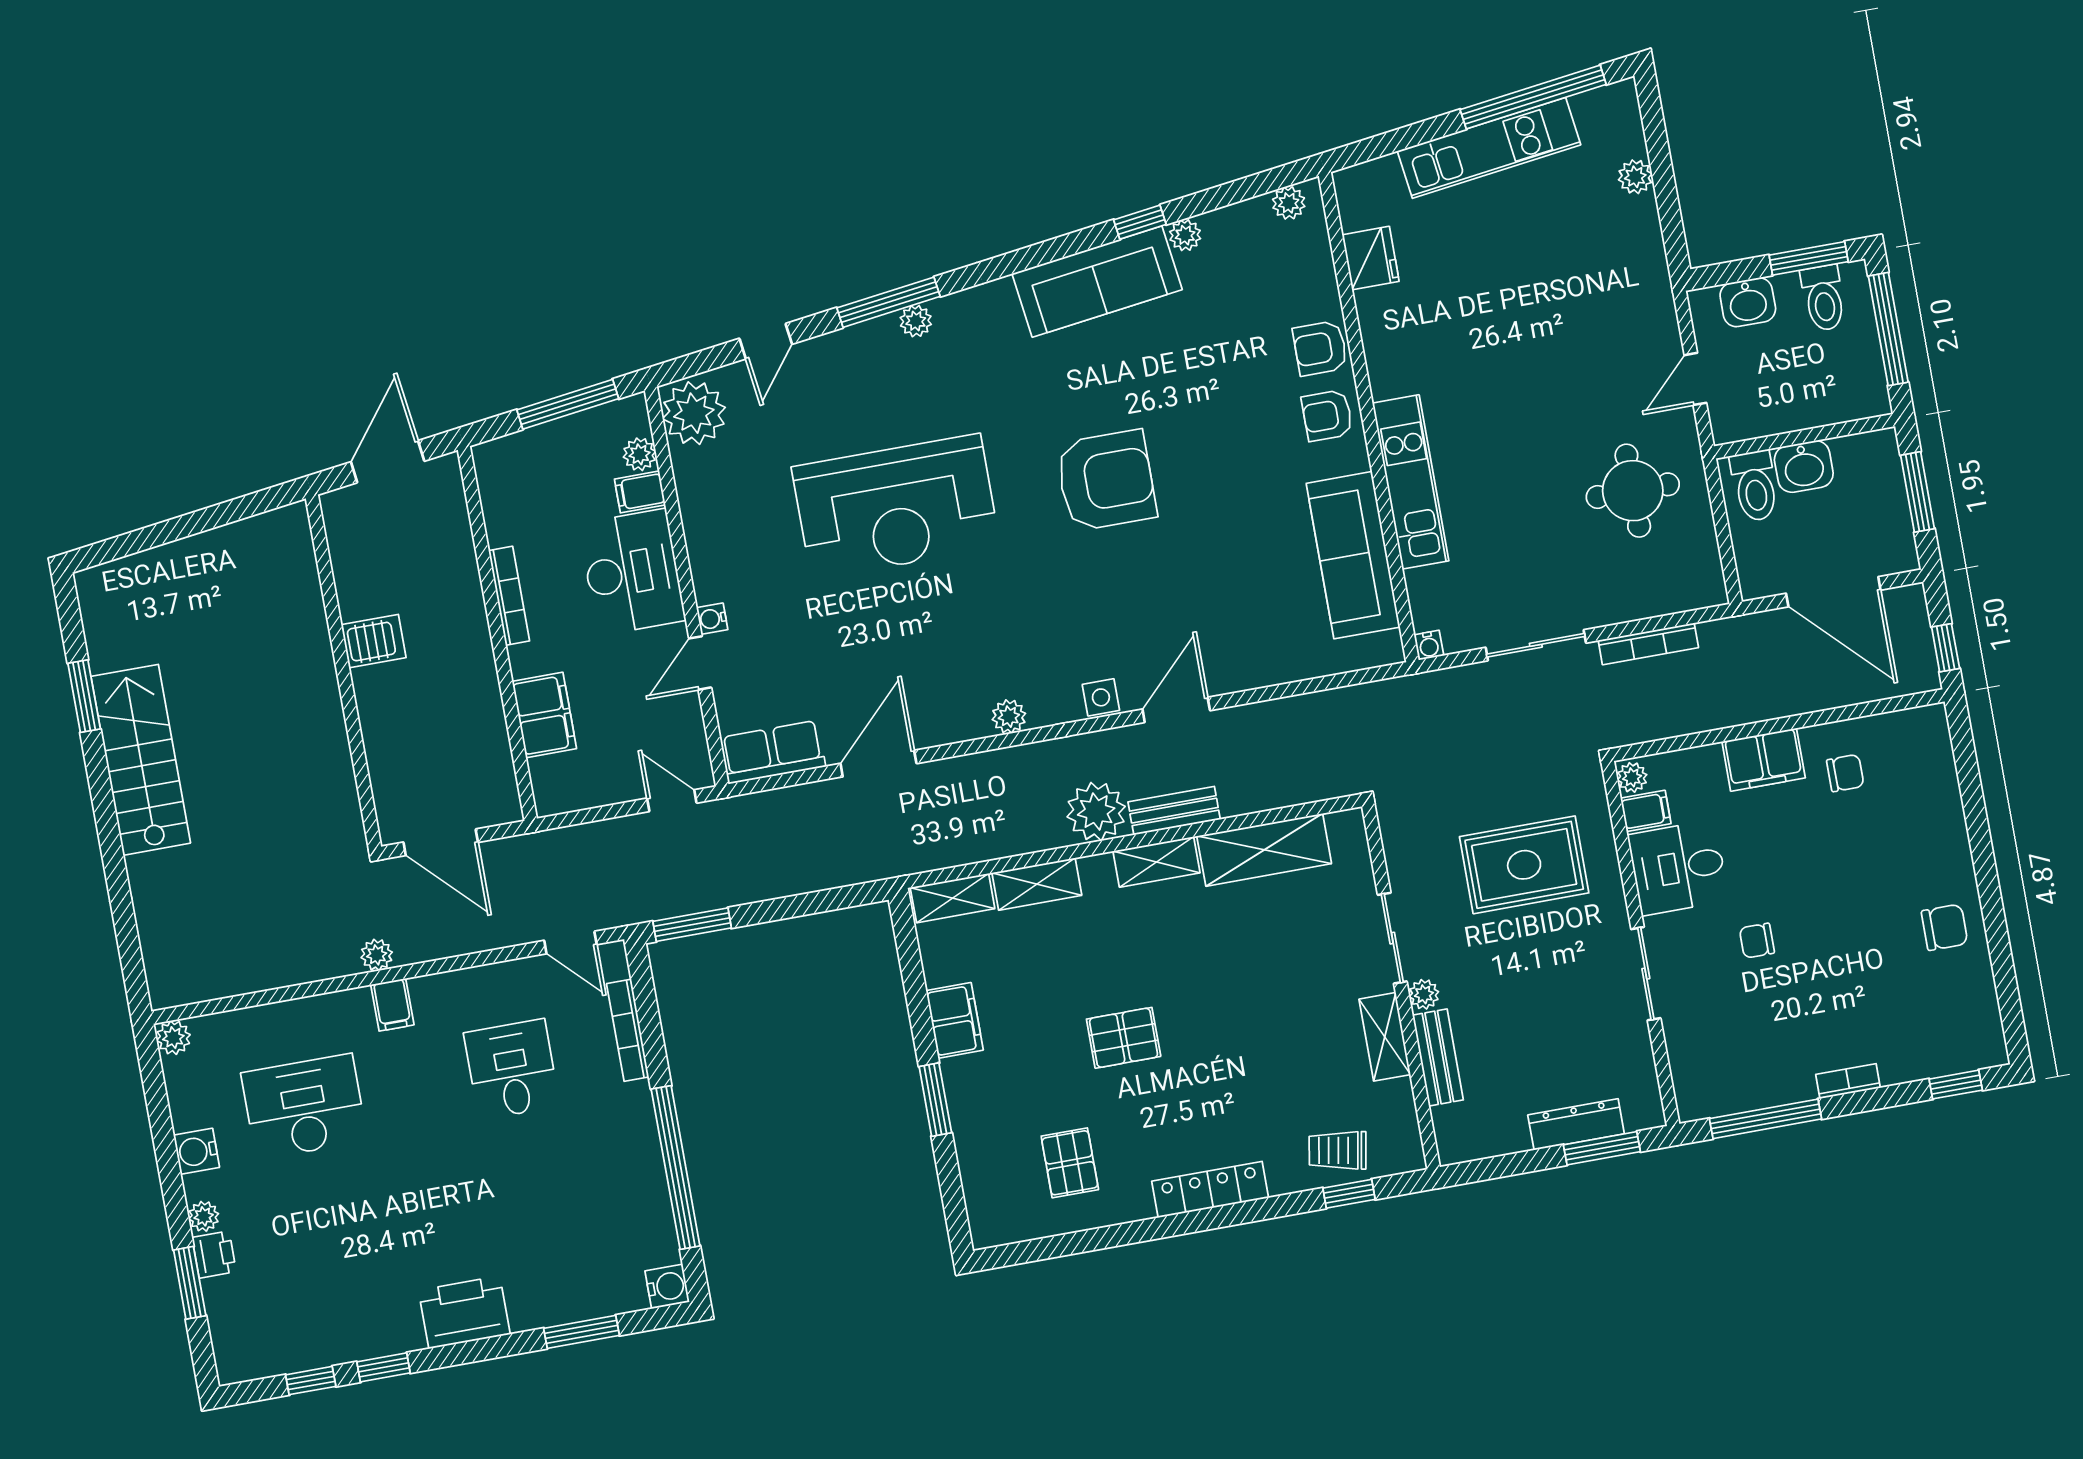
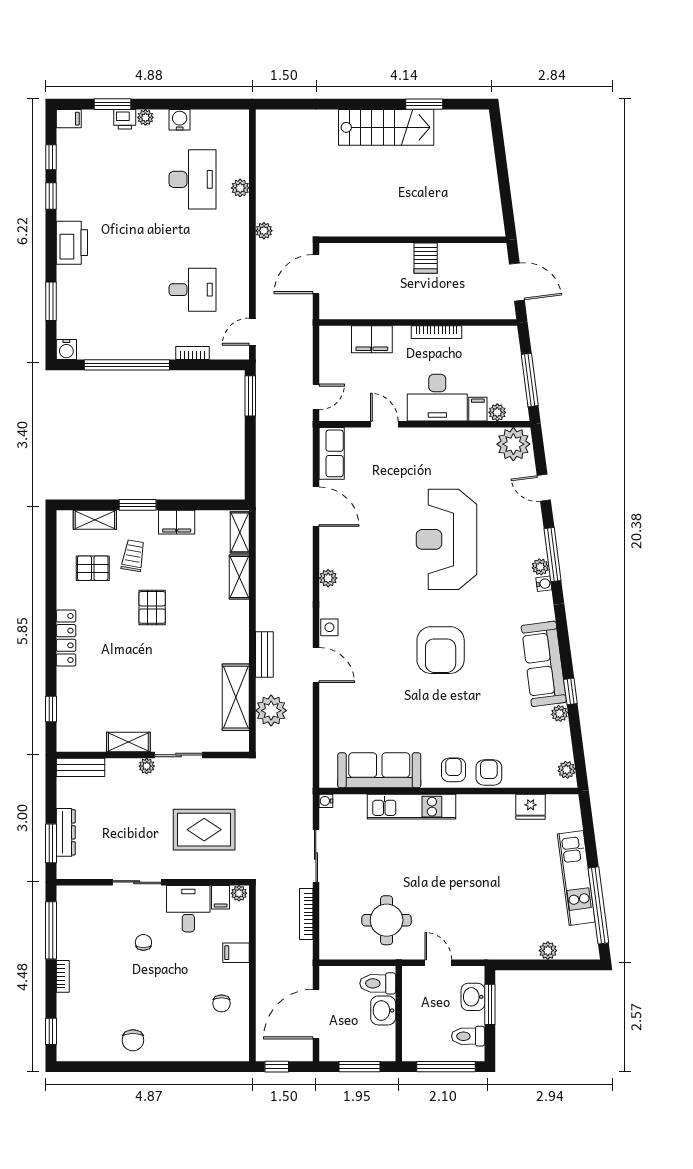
window: (1809, 258) -> (490, 1004), moved
water cooler: (712, 619) -> (544, 584), moved, turned 83
filing cabinet: (1764, 760) -> (236, 953), width x0.50
plant: (1096, 812) -> (271, 711), moved
shelving: (1157, 862) -> (95, 520), moved, turned 90
rug: (1524, 865) -> (204, 830), turned 90
filing cabinet: (392, 1005) -> (69, 119), moved, turned 180
bookcase: (628, 1030) -> (193, 353), width x0.64
plant: (173, 1038) -> (240, 188), moved
bench: (1438, 1057) -> (81, 767), moved
trolley: (1338, 1150) -> (133, 556), moved

